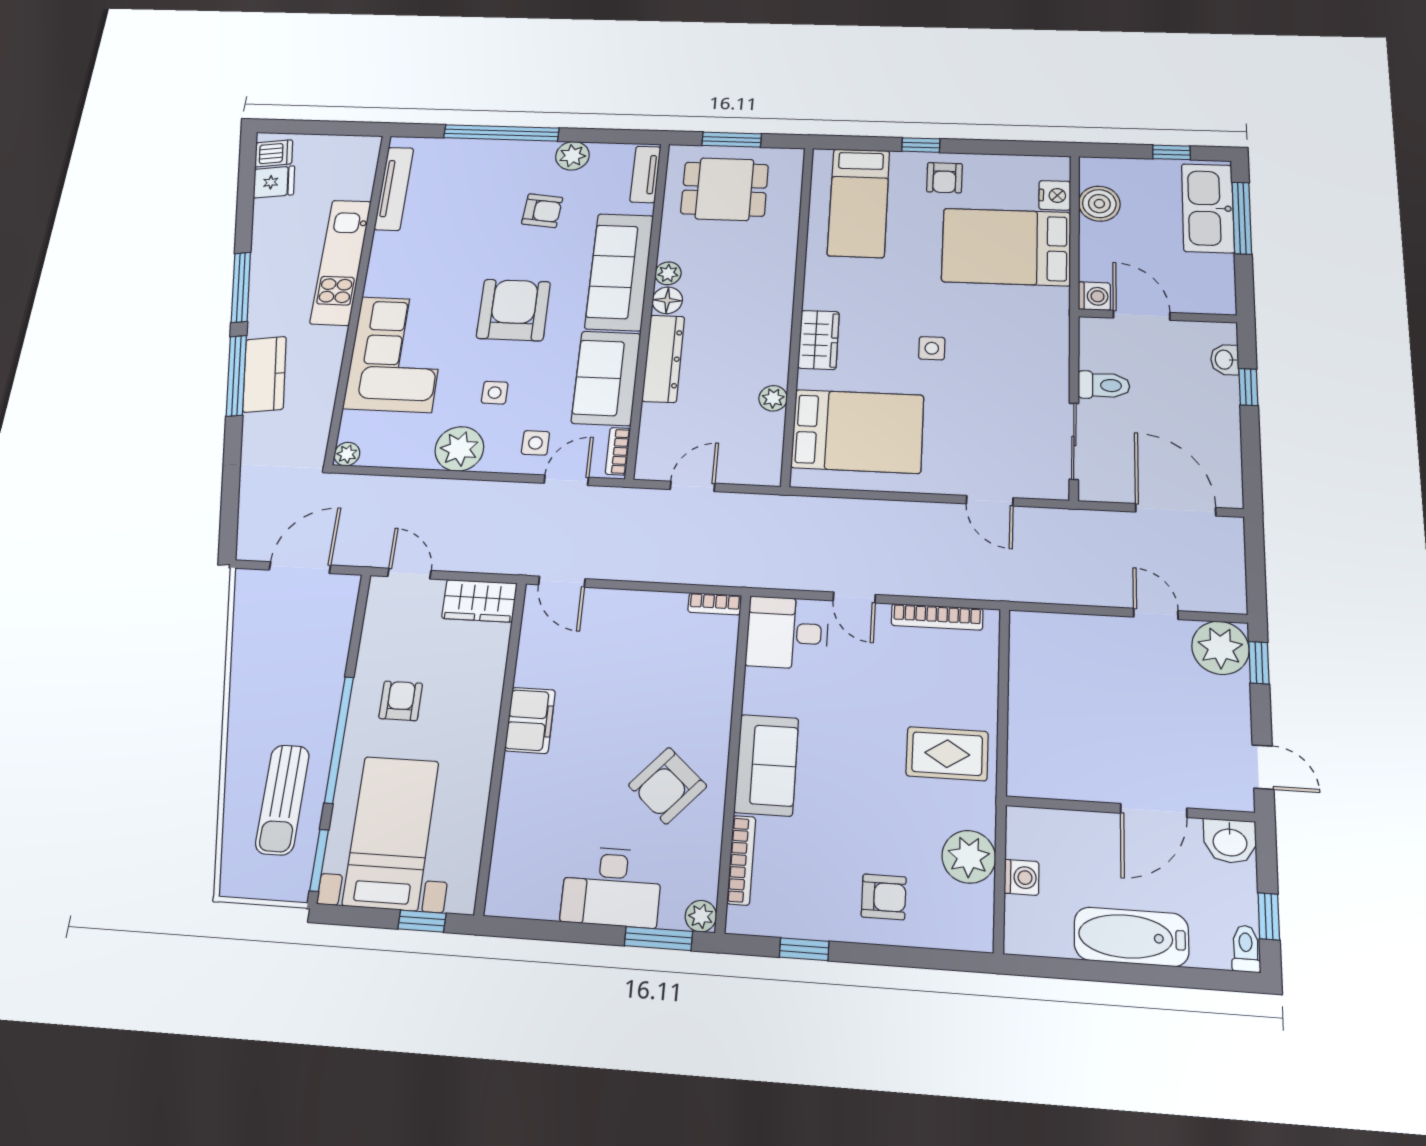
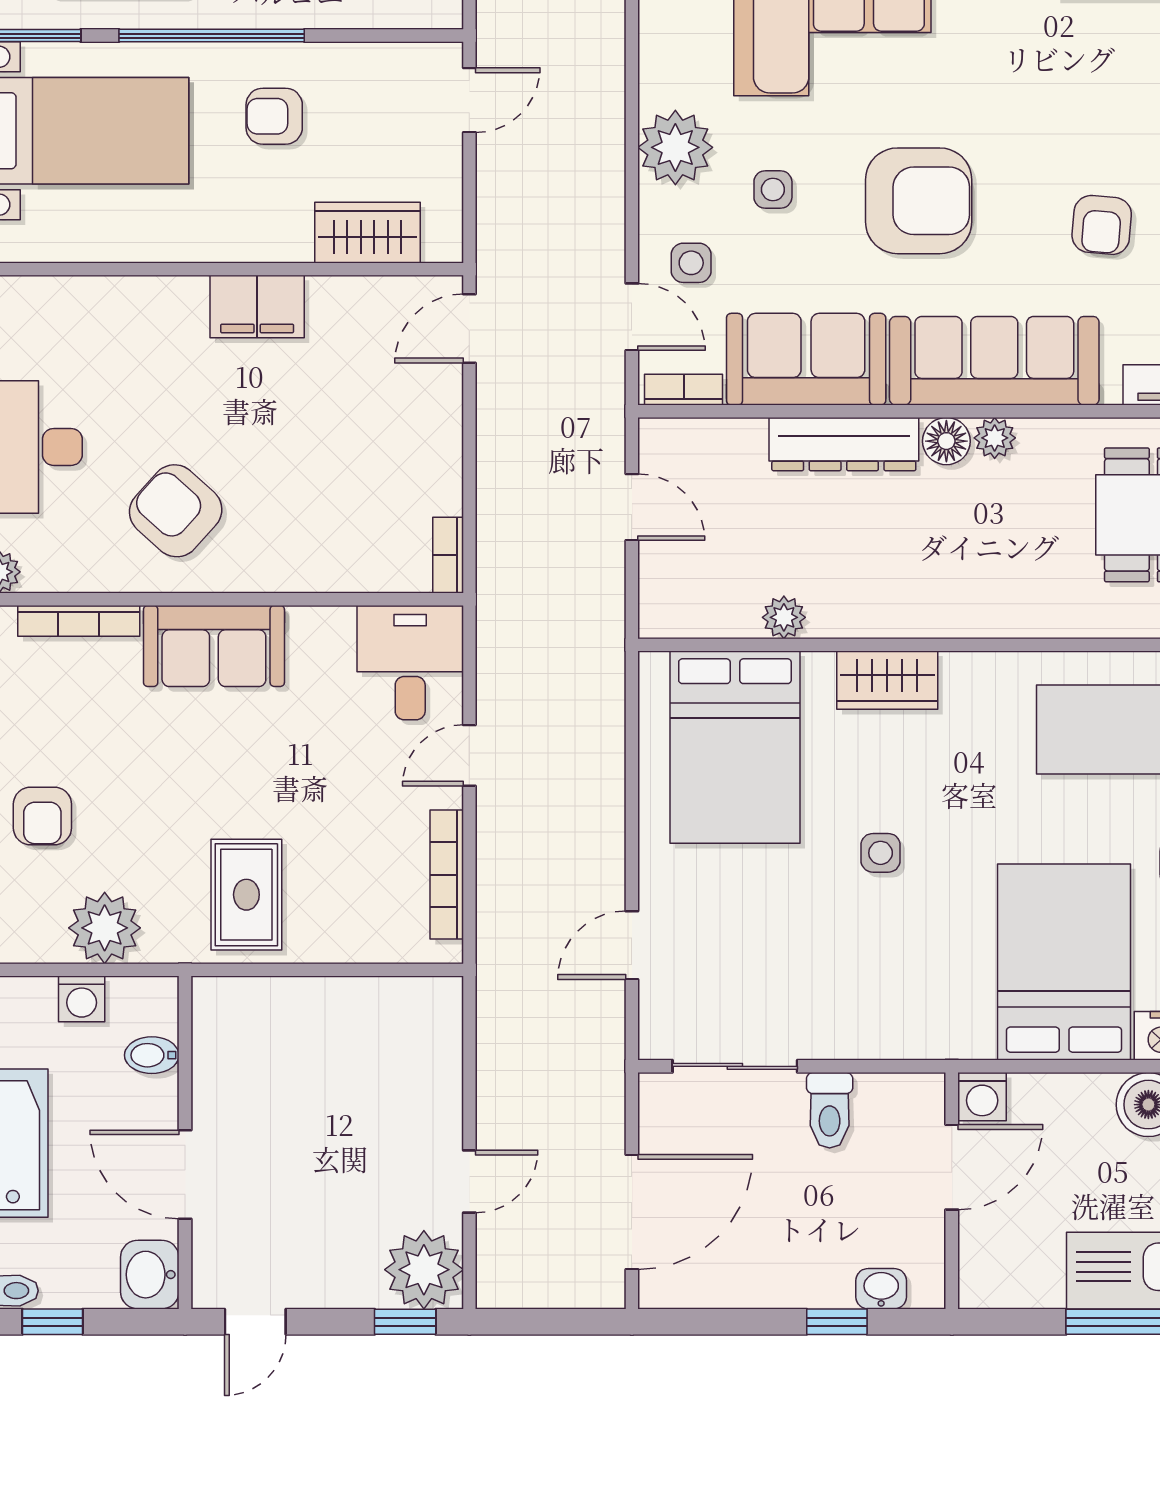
wardrobe: (479, 601) -> (368, 233), moved, turned 90
armchair: (401, 701) -> (274, 116), turned 180
bidet: (1064, 829) -> (152, 1055), added

